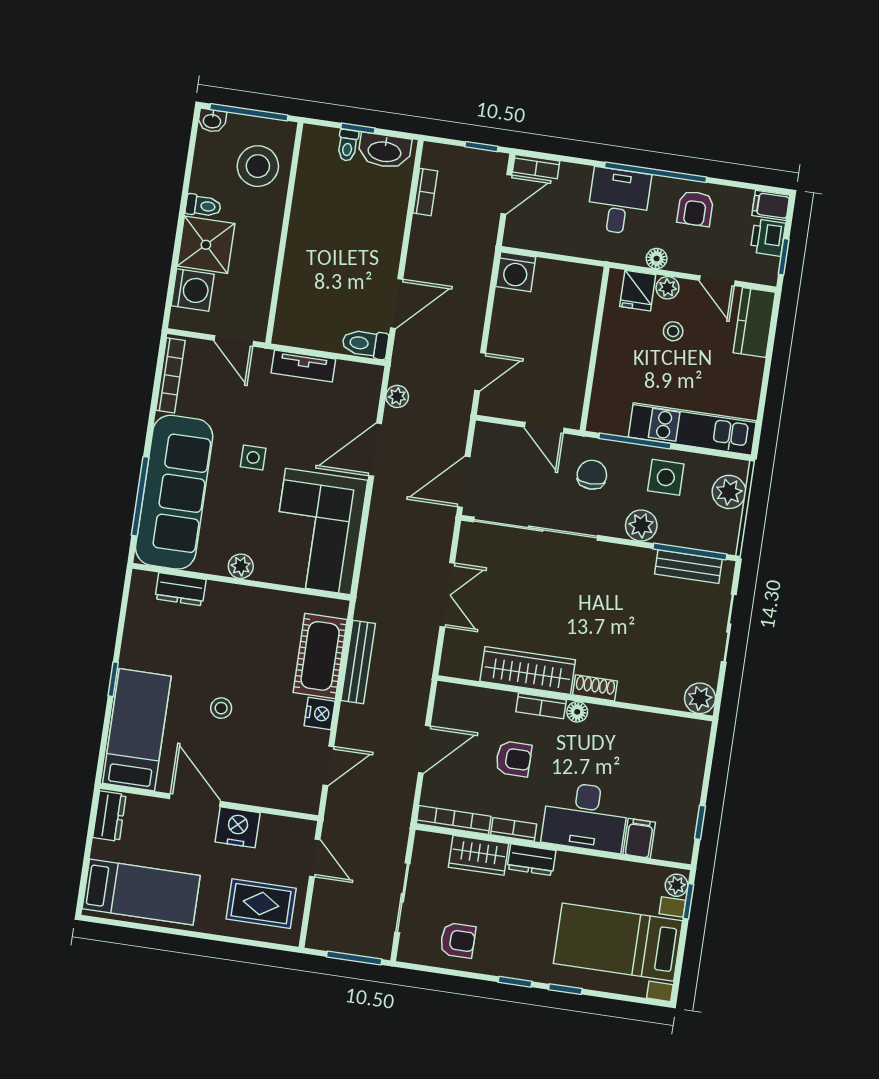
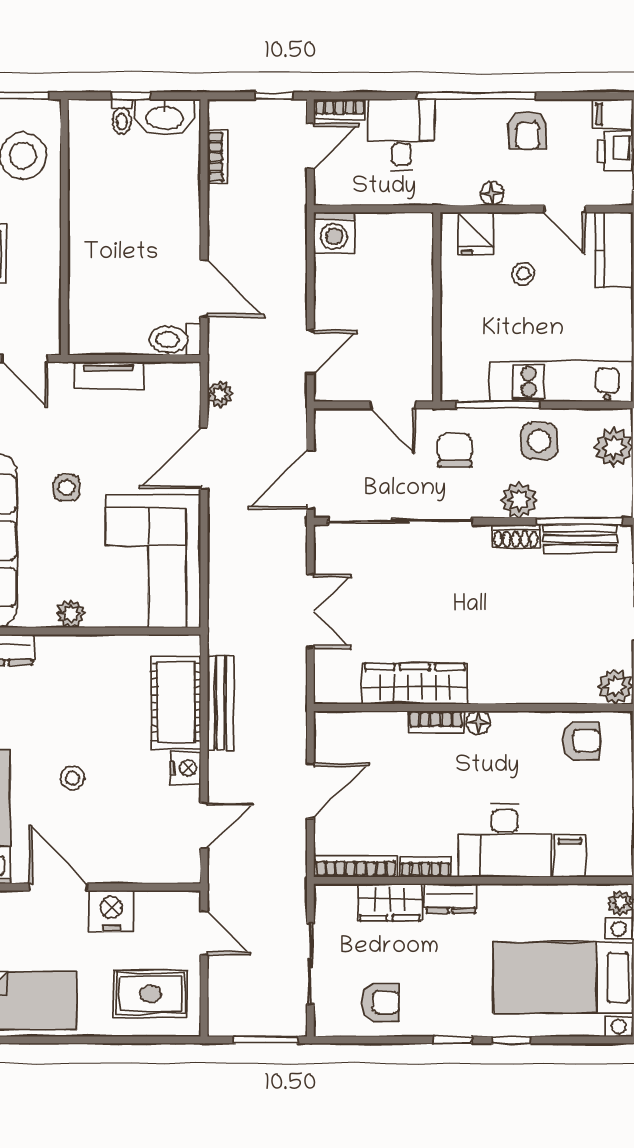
desk: (619, 201) -> (401, 135), moved
plant: (667, 288) -> (509, 225), removed
door: (397, 304) -> (204, 288), hinge flipped
shoe rack: (595, 688) -> (516, 536), moved, turned 180
armchair: (514, 759) -> (581, 741), moved

